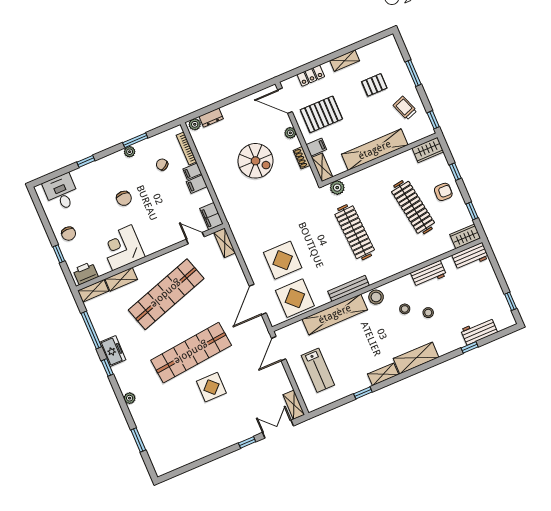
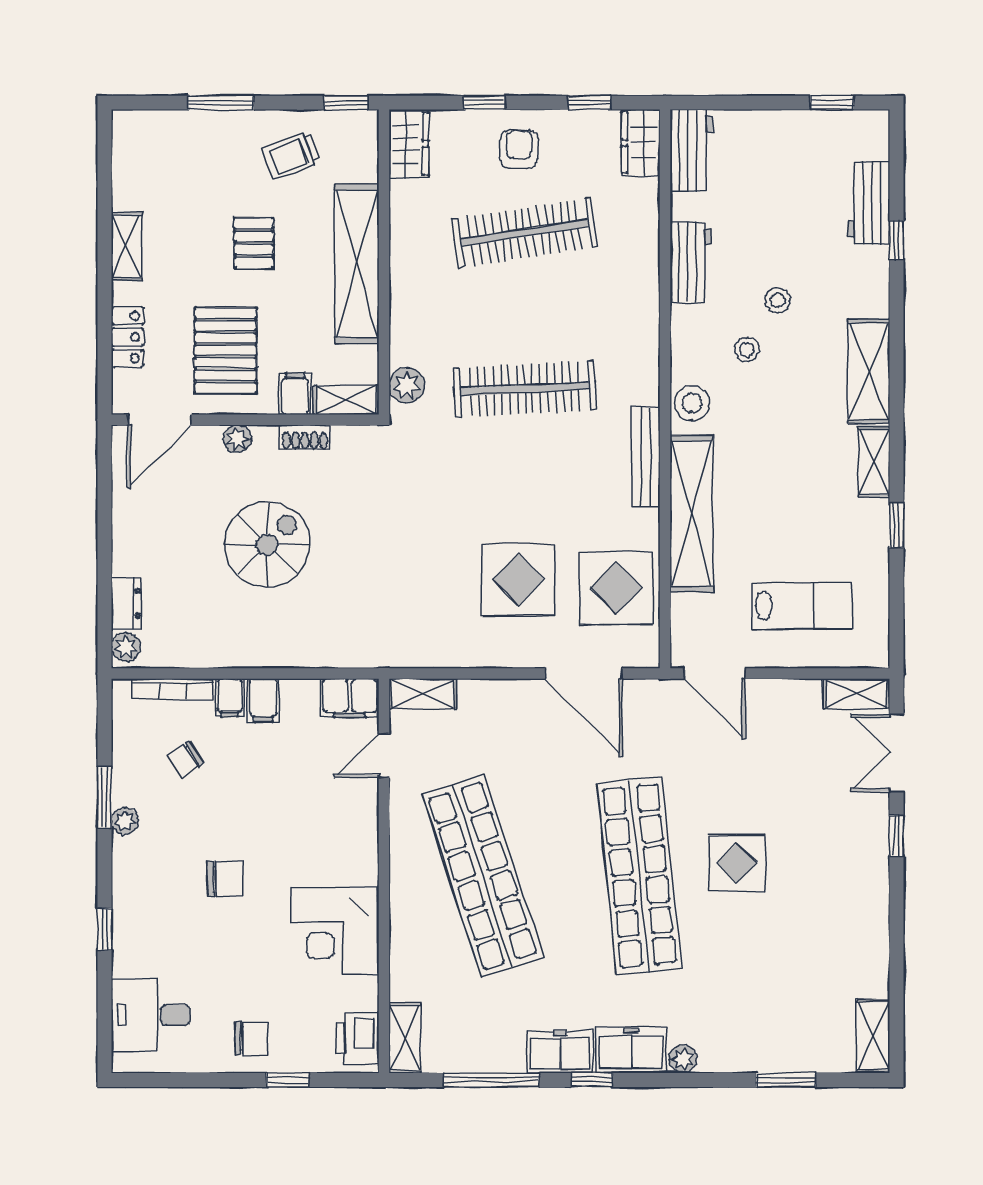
pallet: (374, 85) -> (254, 243), moved
shelving: (121, 279) -> (873, 1036), moved
freezer: (125, 377) -> (631, 1050), added

